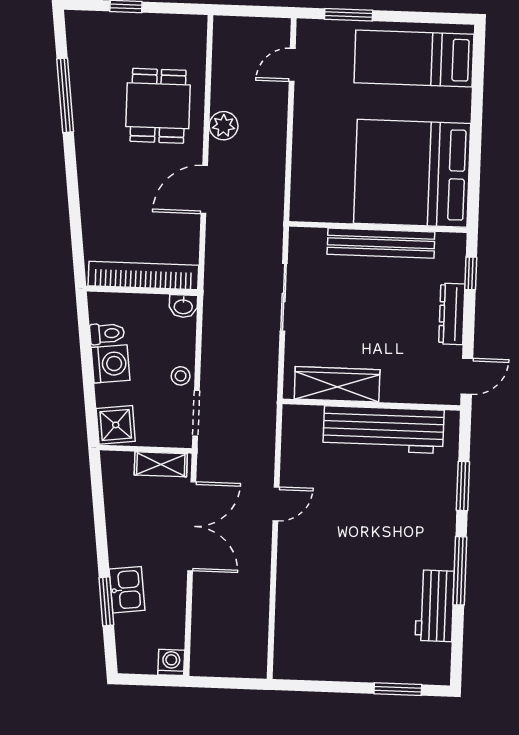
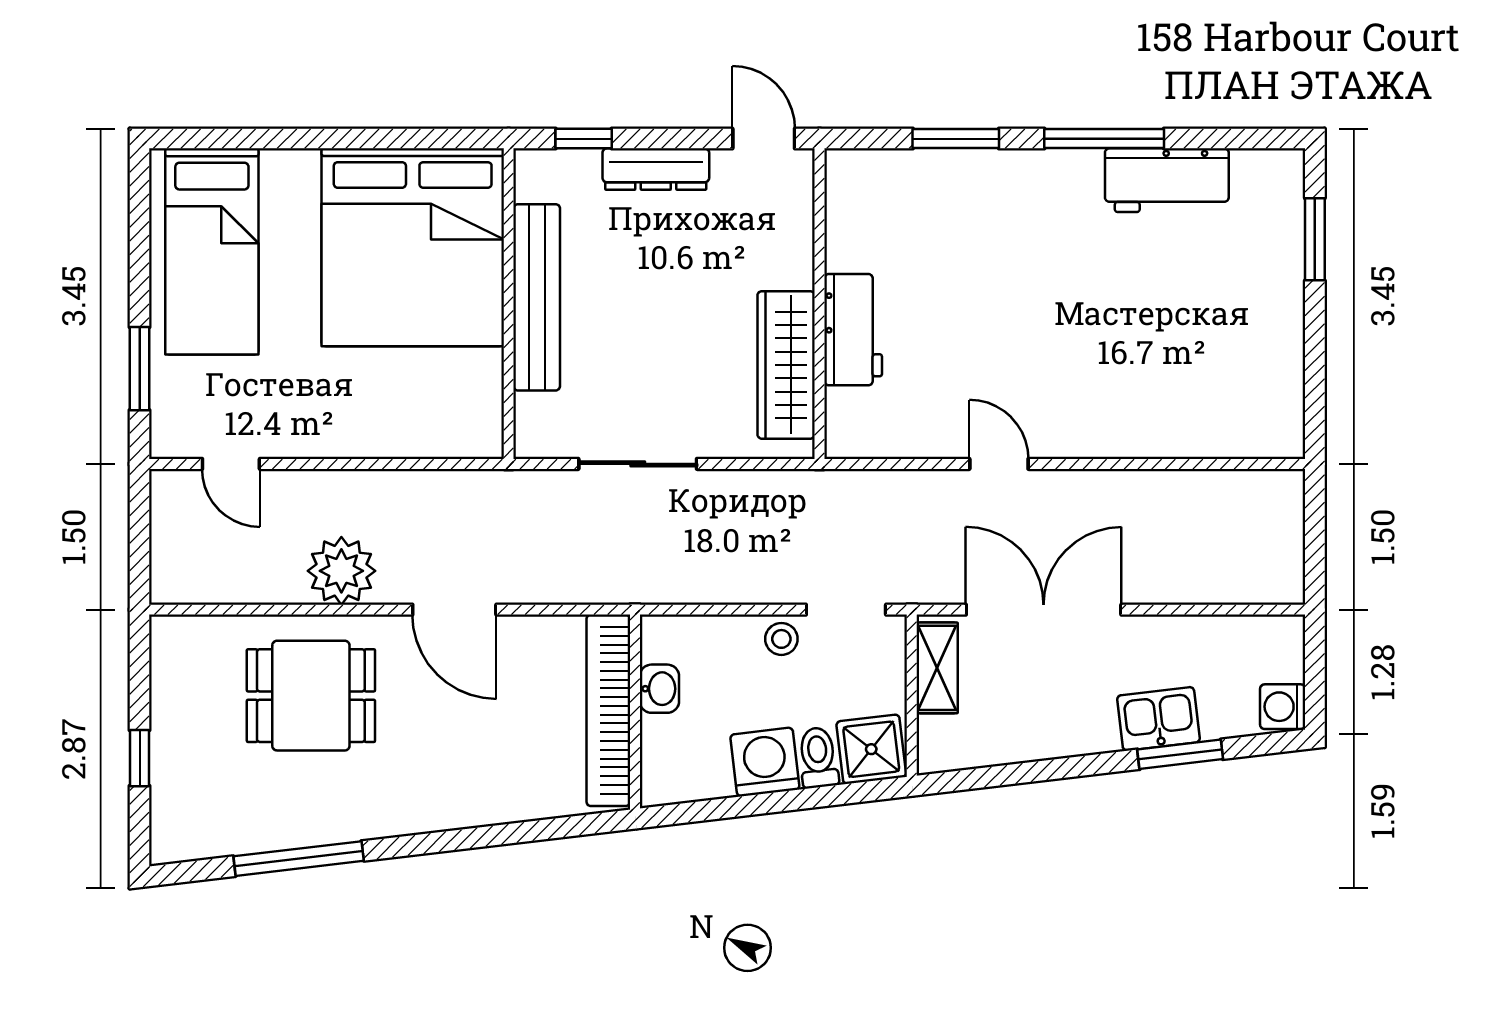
plant: (224, 126) -> (341, 571), width x1.36, depth x1.36
washbasin: (183, 306) -> (659, 689), moved
toilet: (107, 334) -> (818, 758), moved
workbench: (384, 430) -> (853, 330), width x0.53, depth x0.76
washing machine: (171, 662) -> (1283, 707), moved

